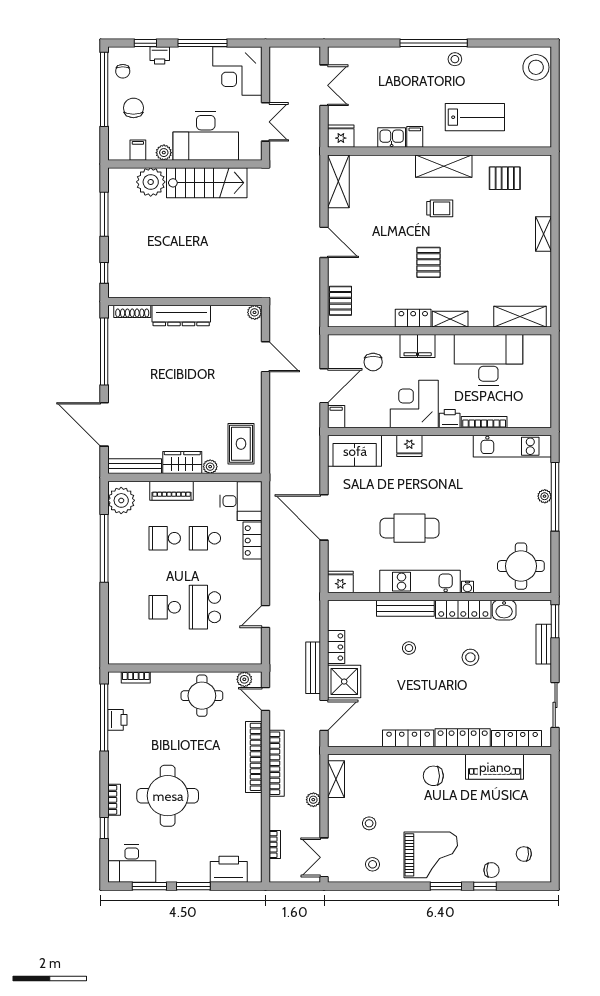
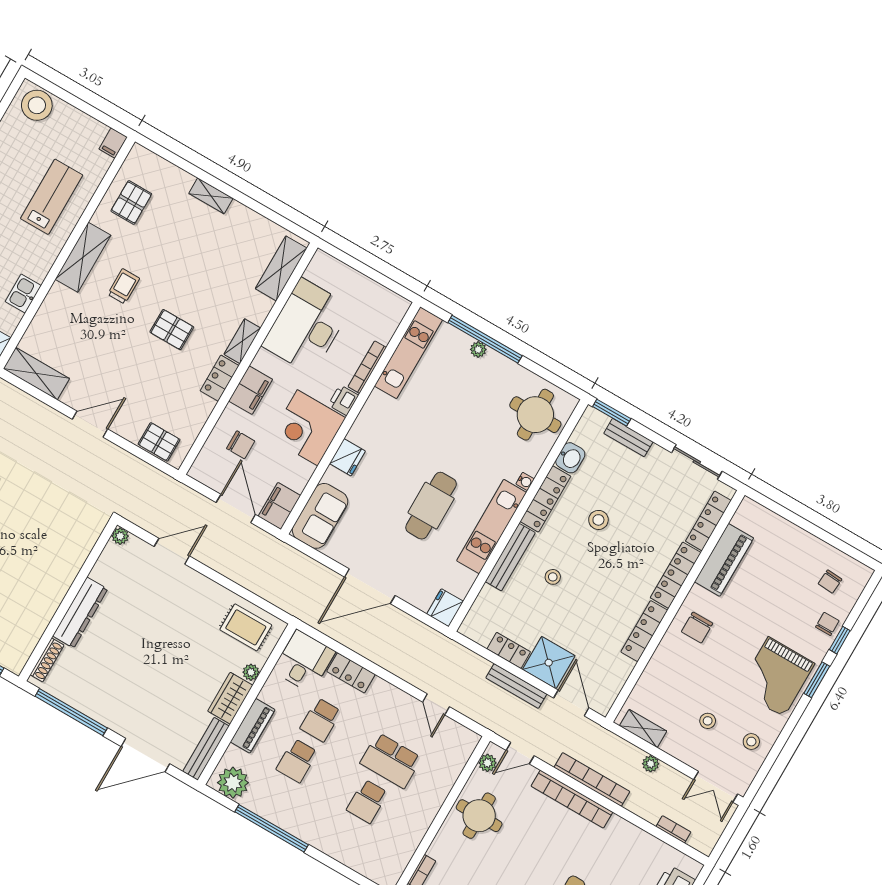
filing cabinet: (415, 137) -> (113, 143), moved, turned -90
filing cabinet: (336, 417) -> (279, 506), width x2.00
grand piano: (431, 855) -> (776, 677), turned 180

